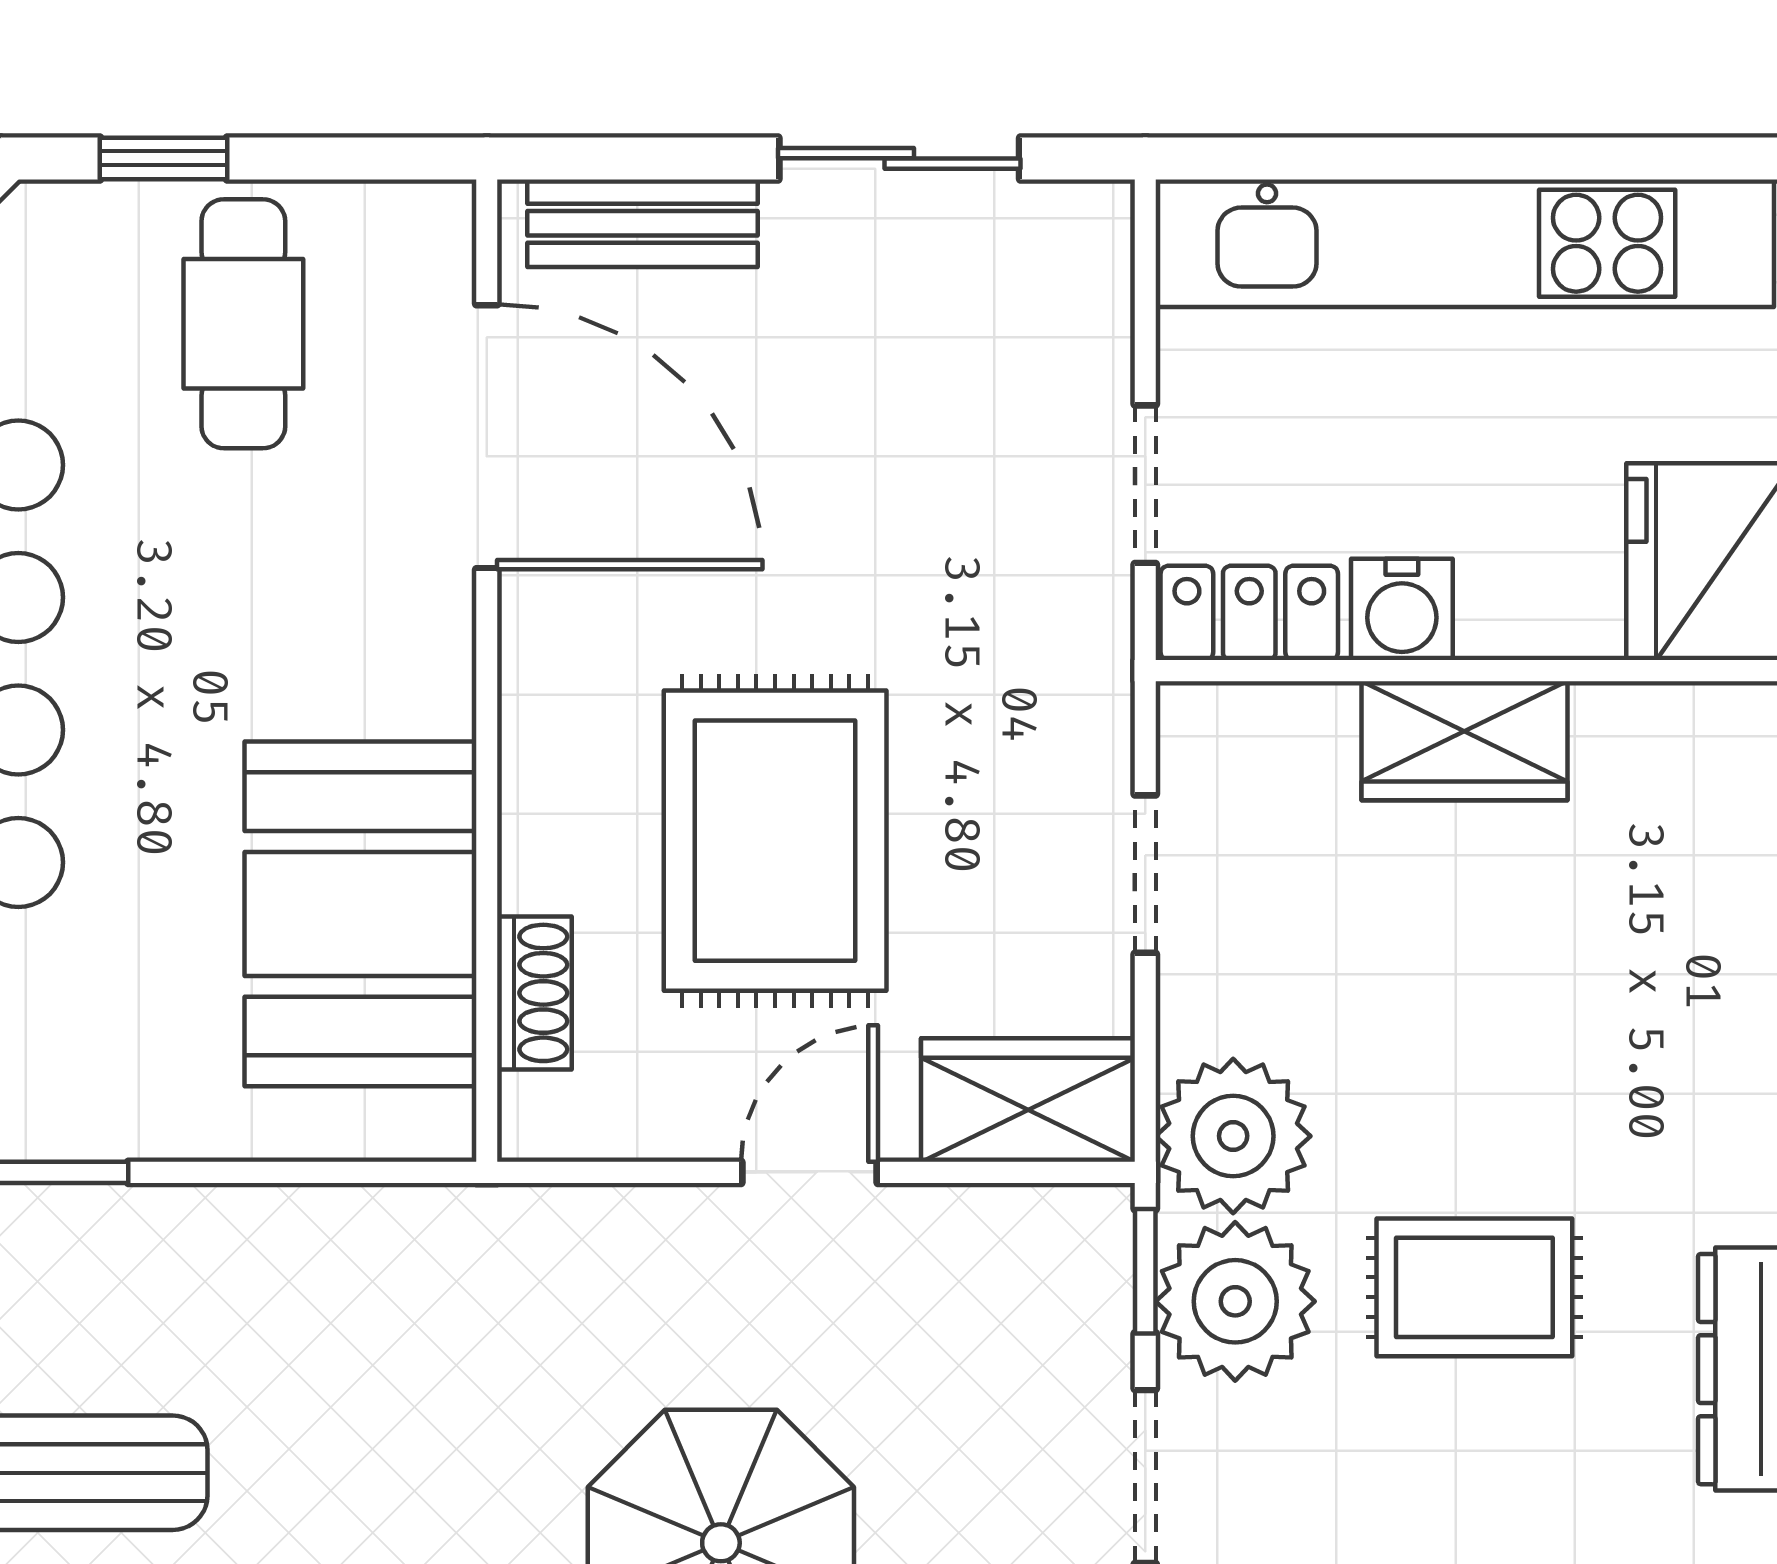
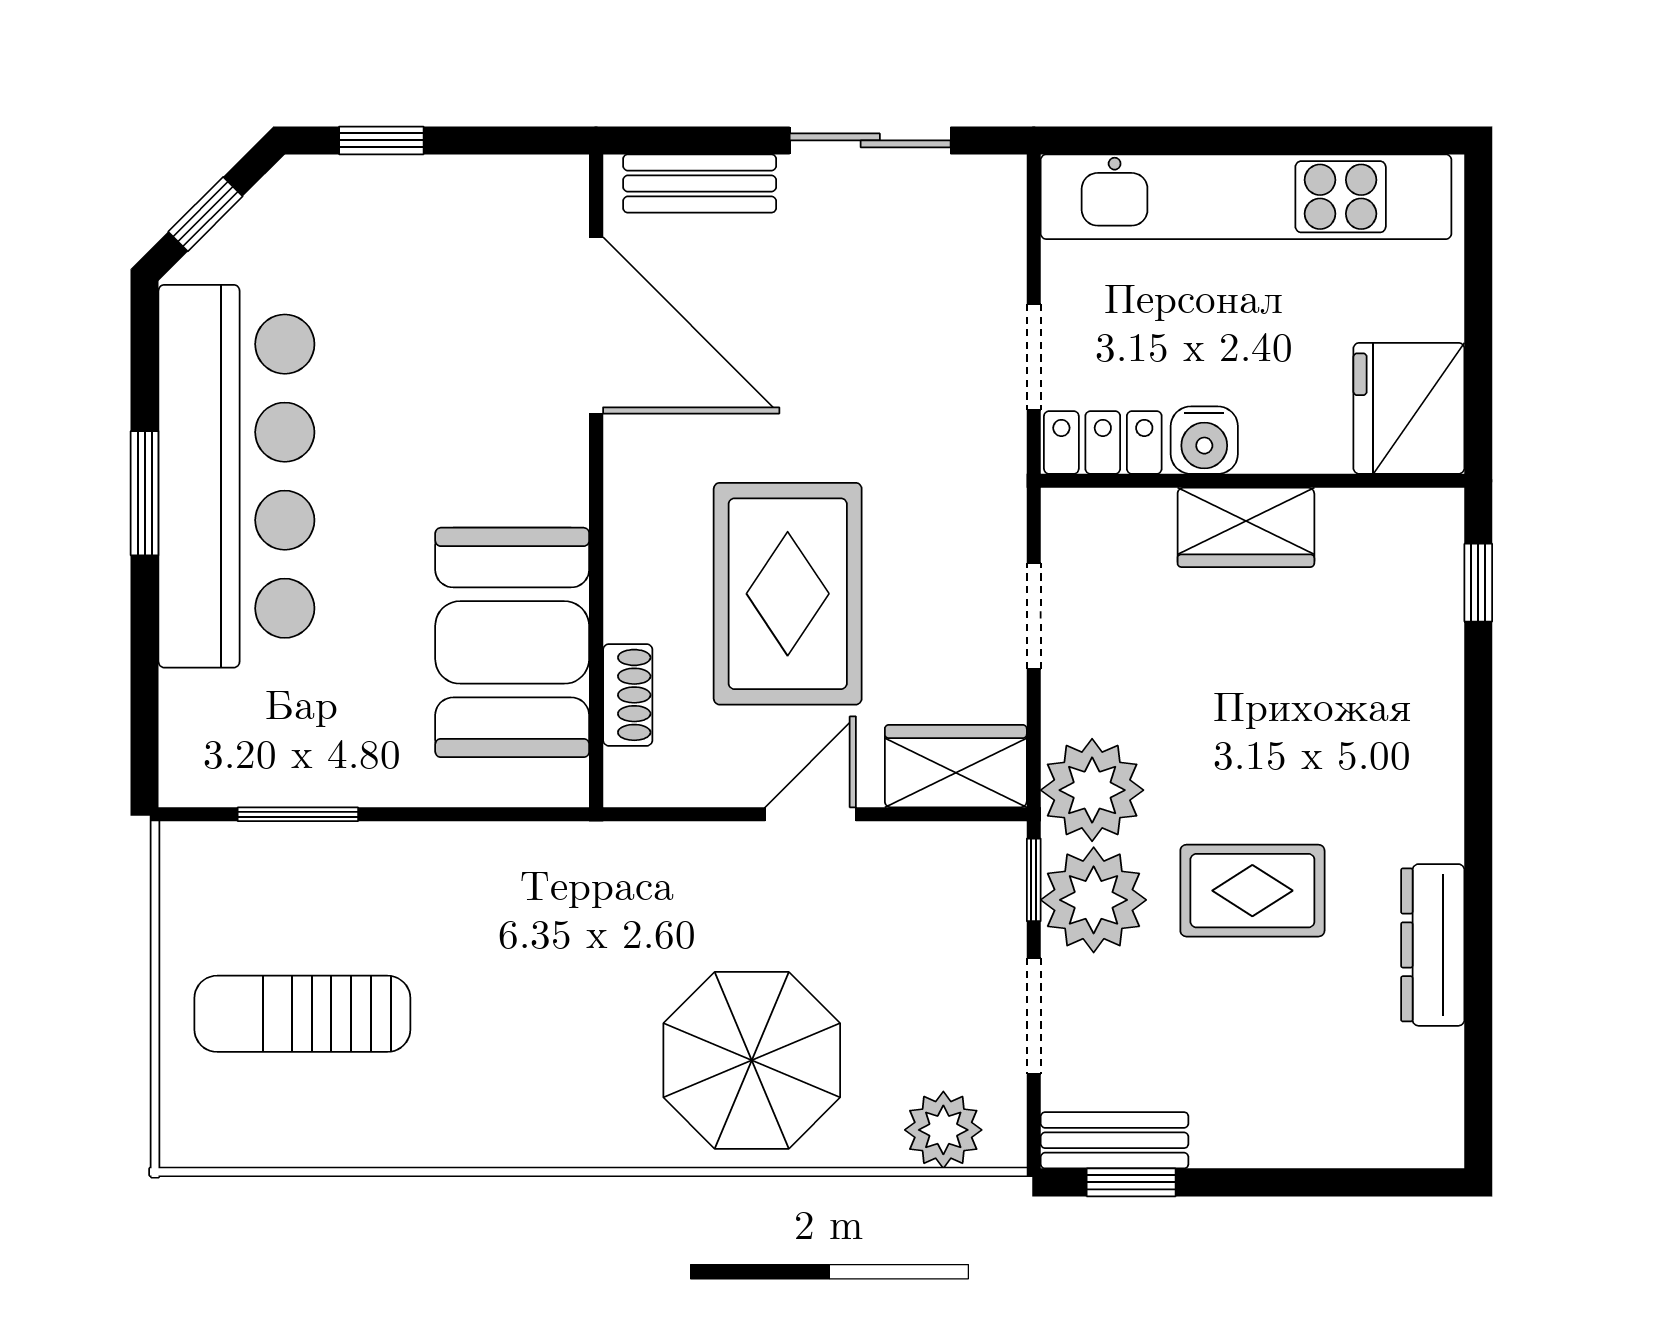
cafe table: (243, 324) -> (434, 250), removed

